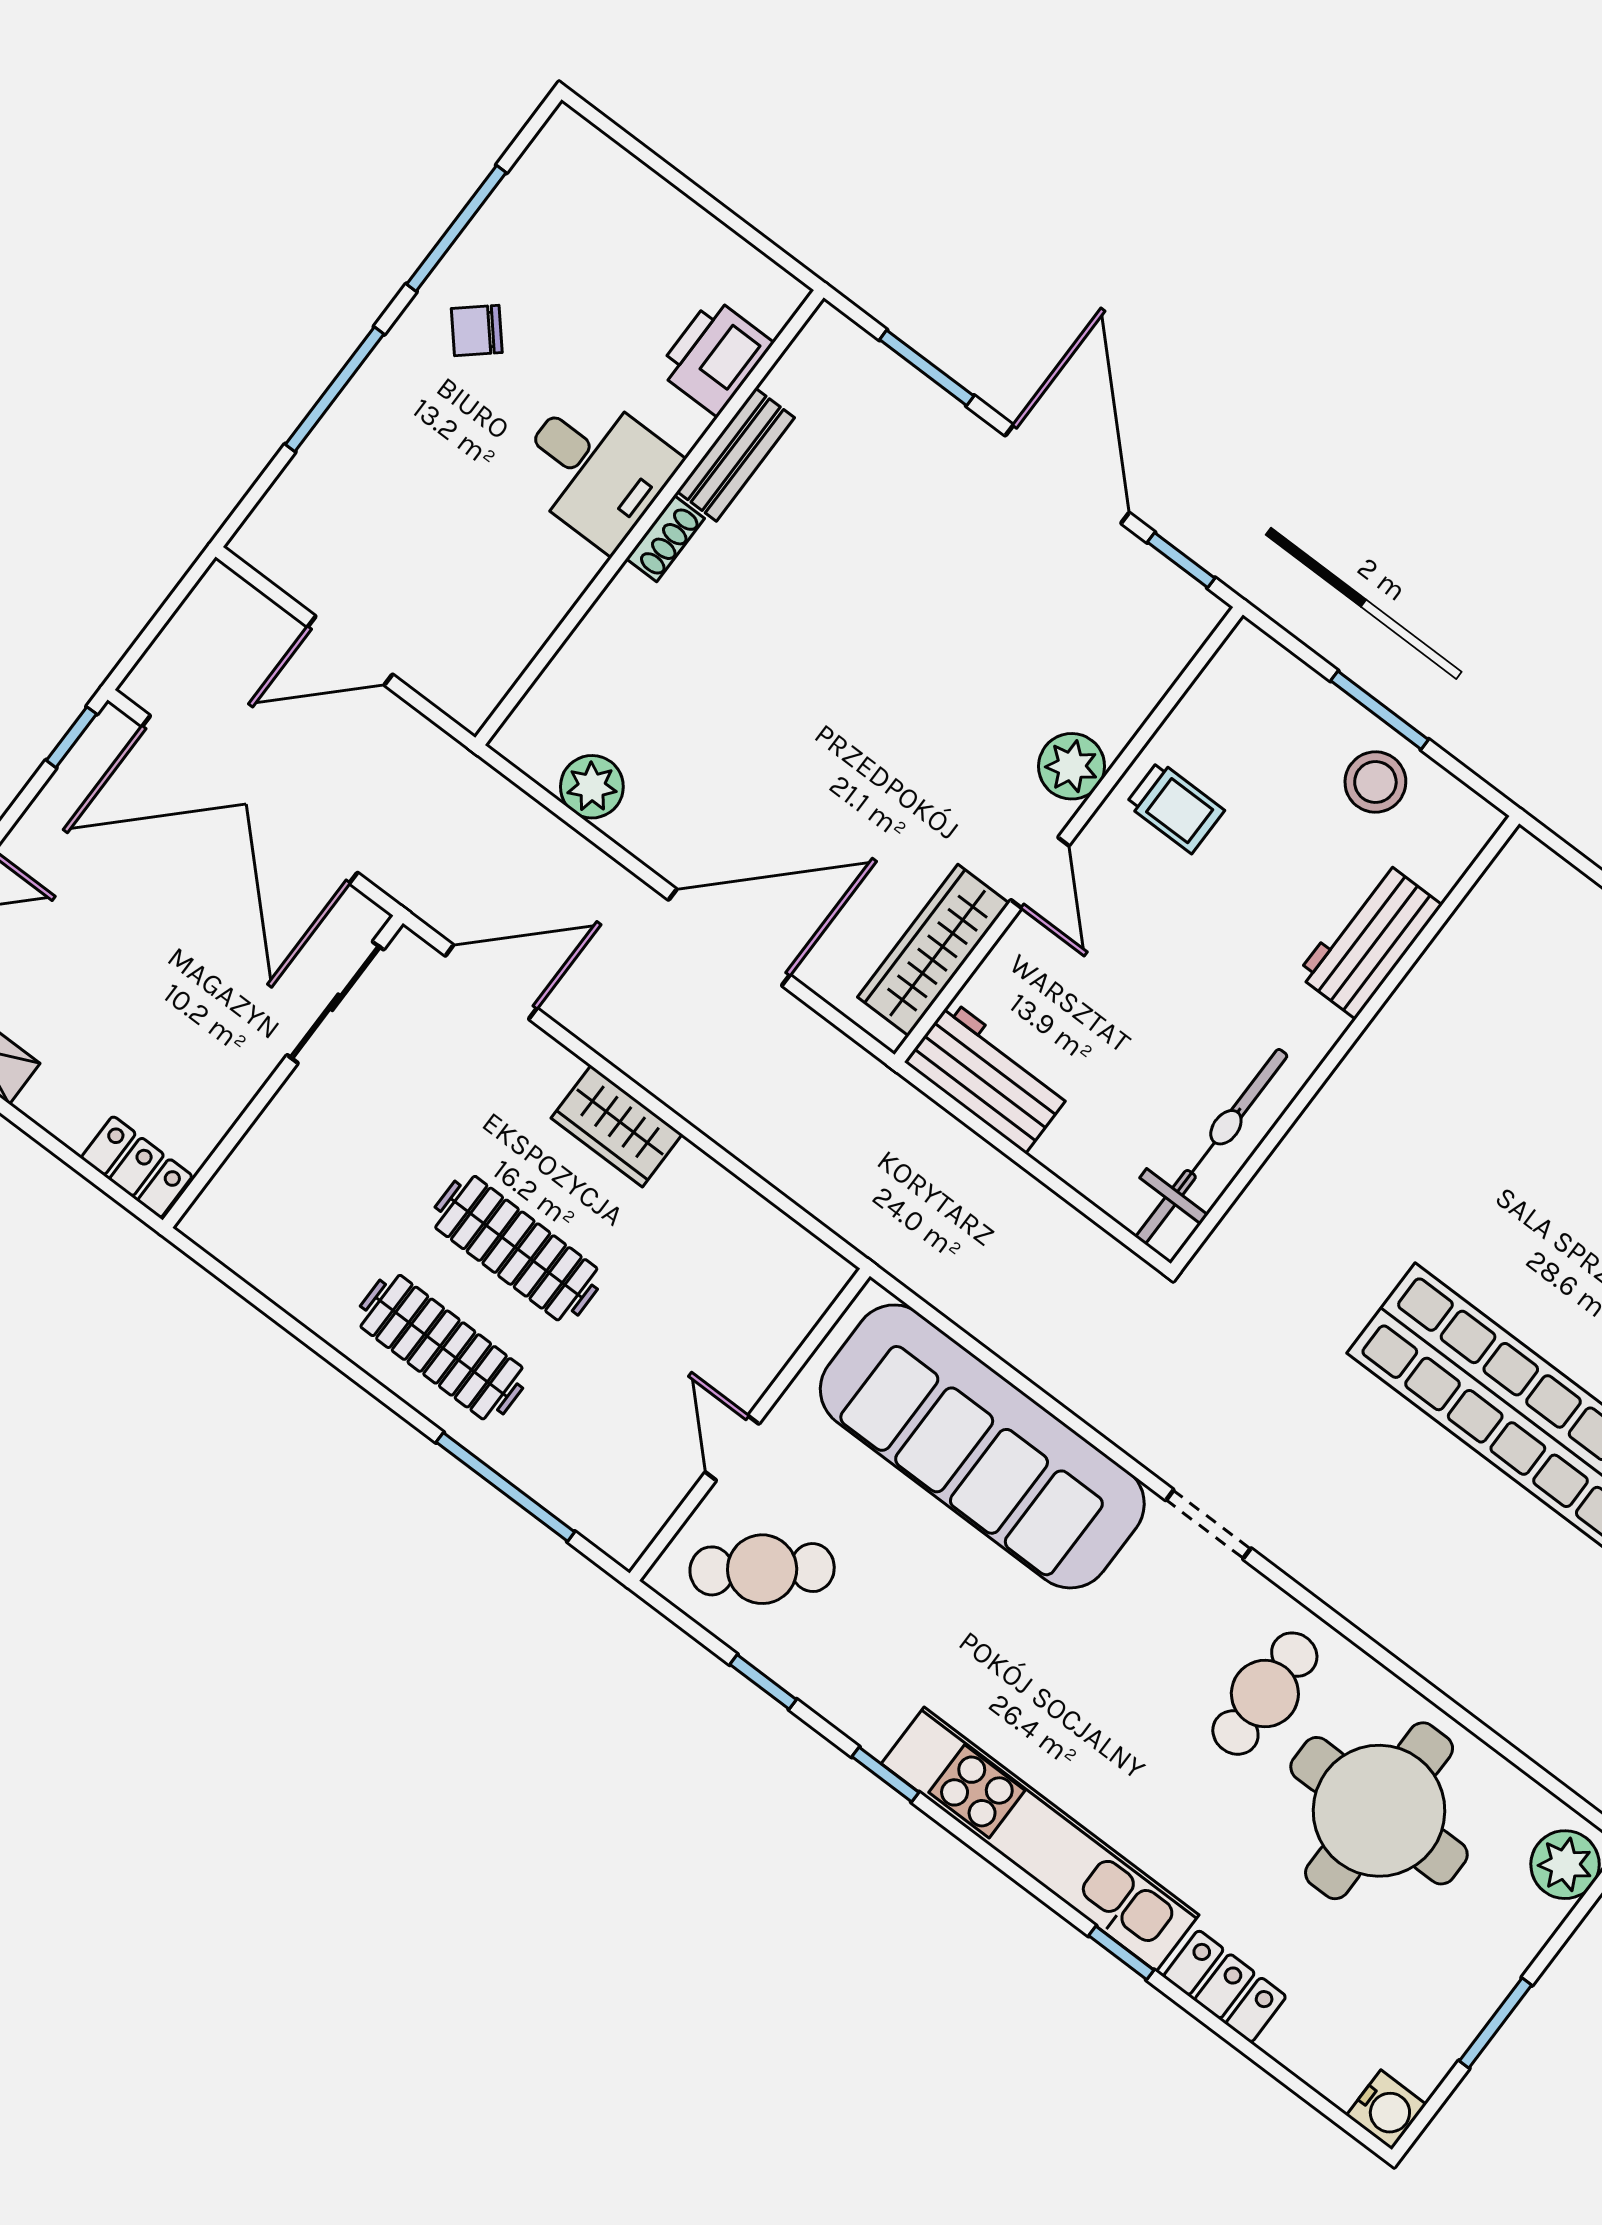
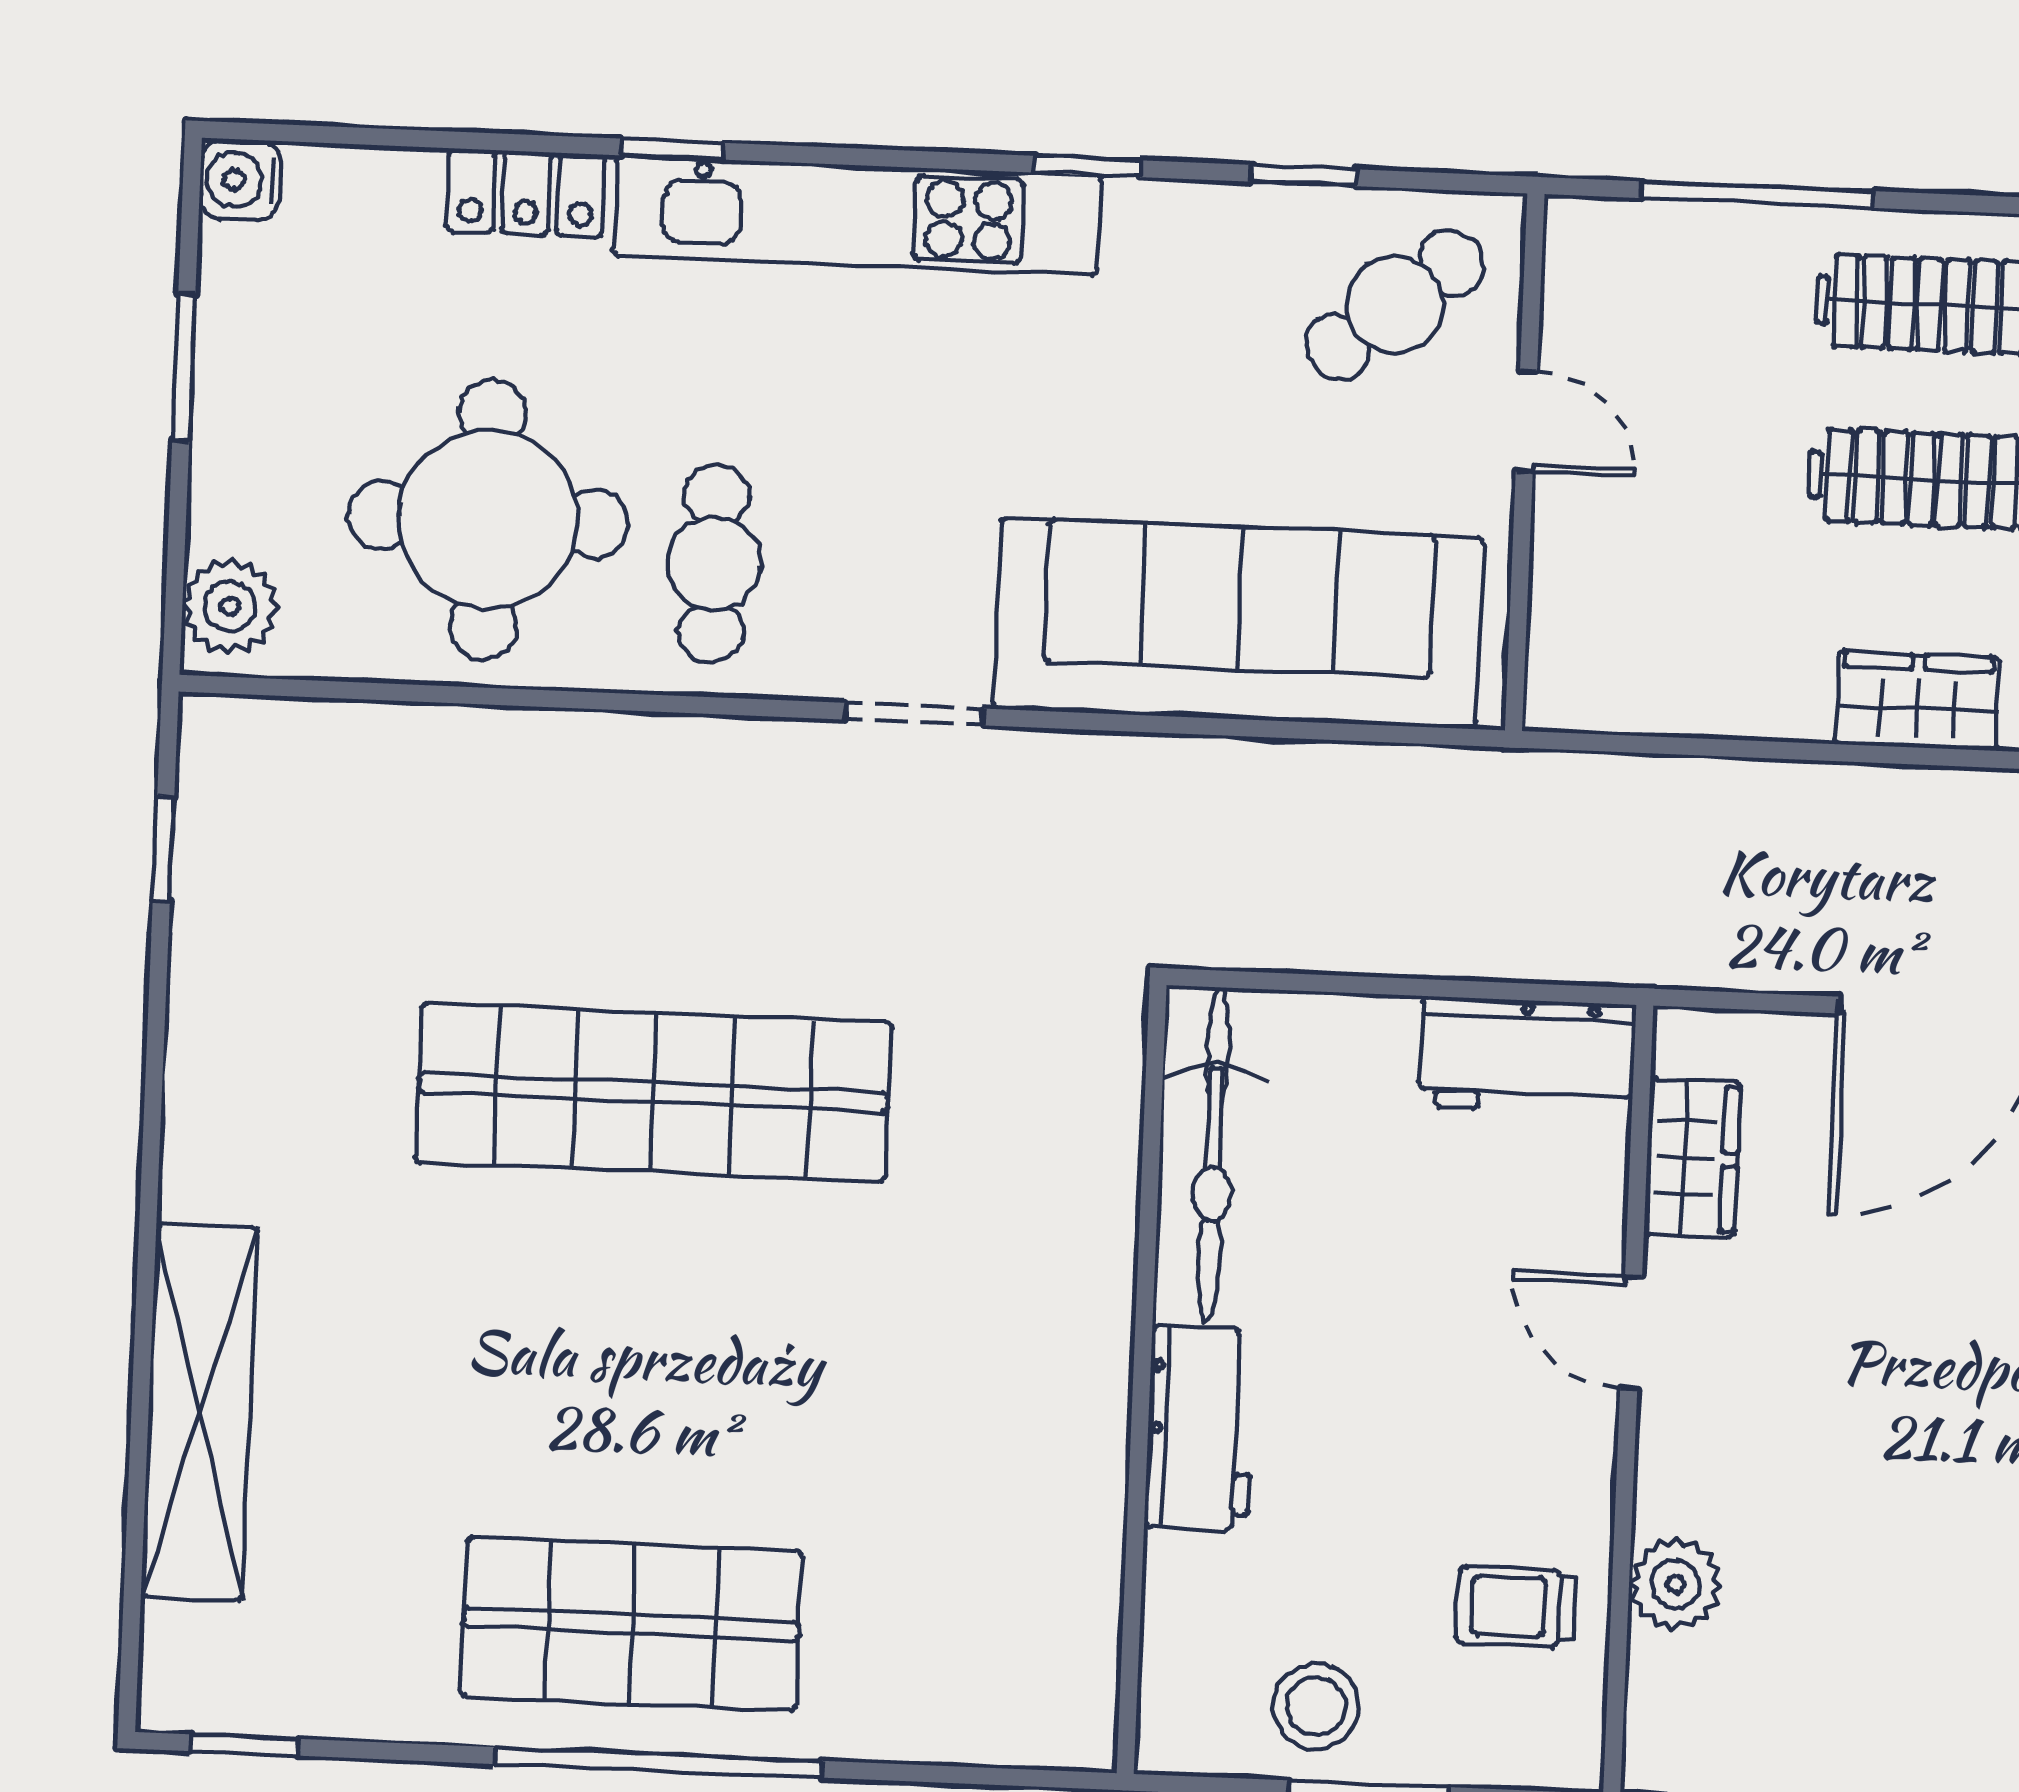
plant: (1072, 766) -> (1675, 1584), moved
trolley: (1175, 807) -> (1517, 1607), moved
workbench: (1369, 940) -> (1200, 1428), moved
wardrobe: (933, 950) -> (1692, 1158), width x0.67

